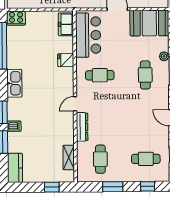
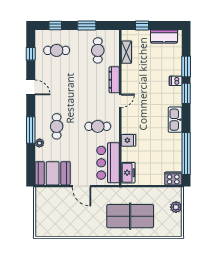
kitchen counter: (15, 168) -> (164, 36), moved, turned -90

